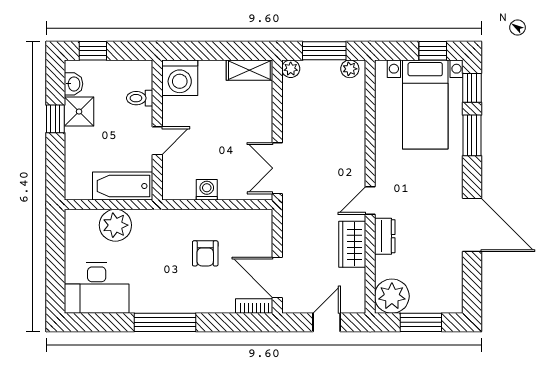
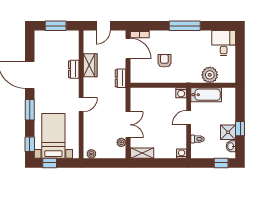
window: (324, 51) -> (104, 163), removed
plant: (291, 69) -> (121, 142), moved
washing machine: (180, 78) -> (182, 154), width x0.53, depth x0.53
window: (472, 135) -> (30, 110), moved
double door: (277, 168) -> (128, 125), moved
washing machine: (207, 190) -> (181, 93), moved
door: (370, 201) -> (81, 105), moved
dresser: (292, 219) -> (121, 78), added
desk: (97, 288) -> (224, 43), width x0.73
plant: (392, 296) -> (70, 39), removed

